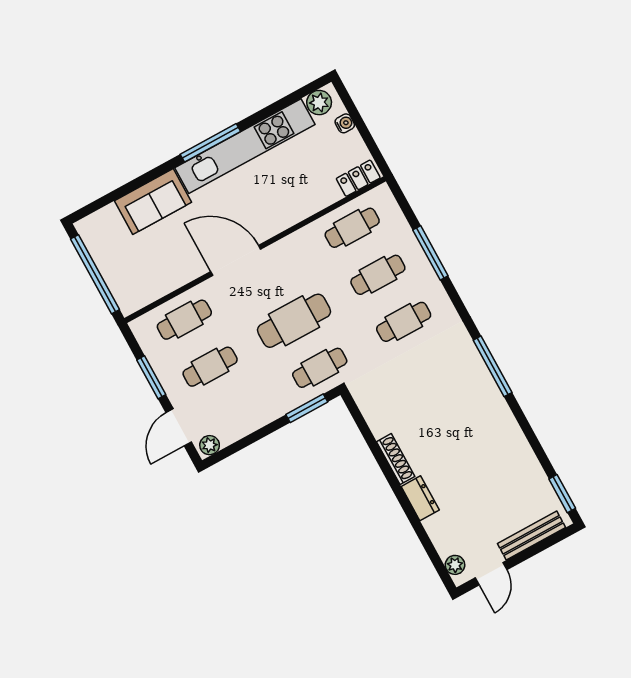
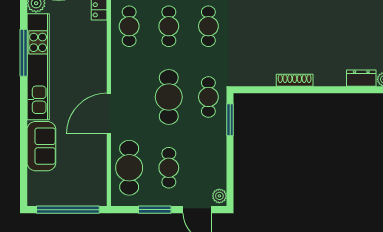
window: (210, 143) -> (24, 53), moved
cafe table: (184, 320) -> (129, 168), width x1.37, depth x1.35
dresser: (420, 498) -> (361, 78), moved

